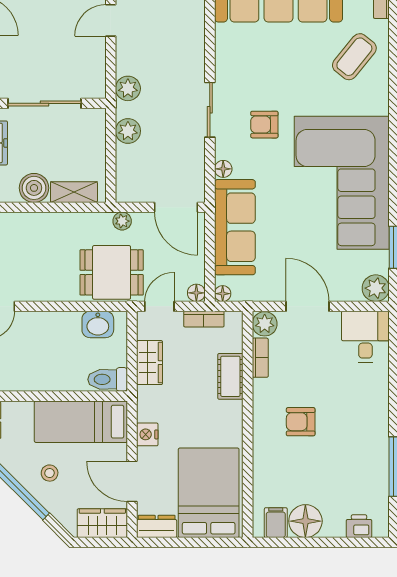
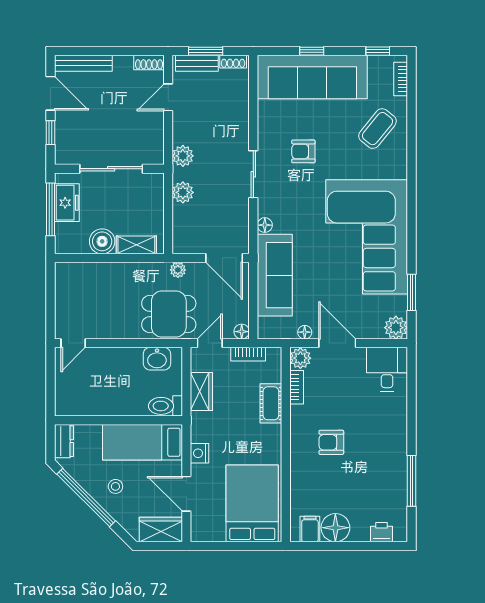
armchair: (264, 125) -> (303, 151), moved
floor lamp: (223, 294) -> (305, 332), moved
dresser: (157, 526) -> (208, 532), removed

